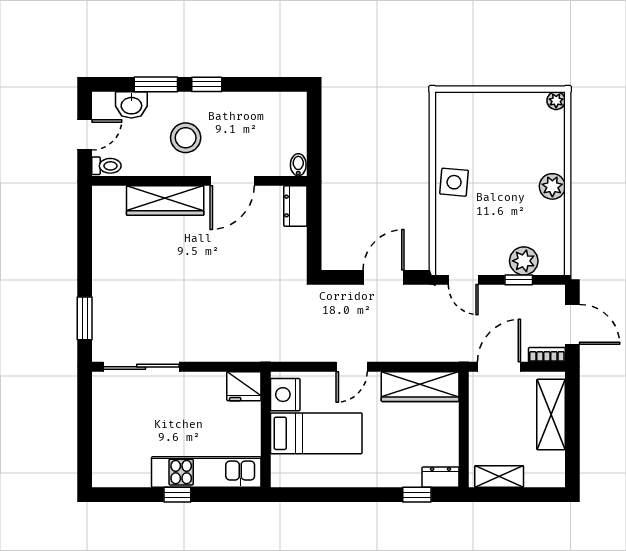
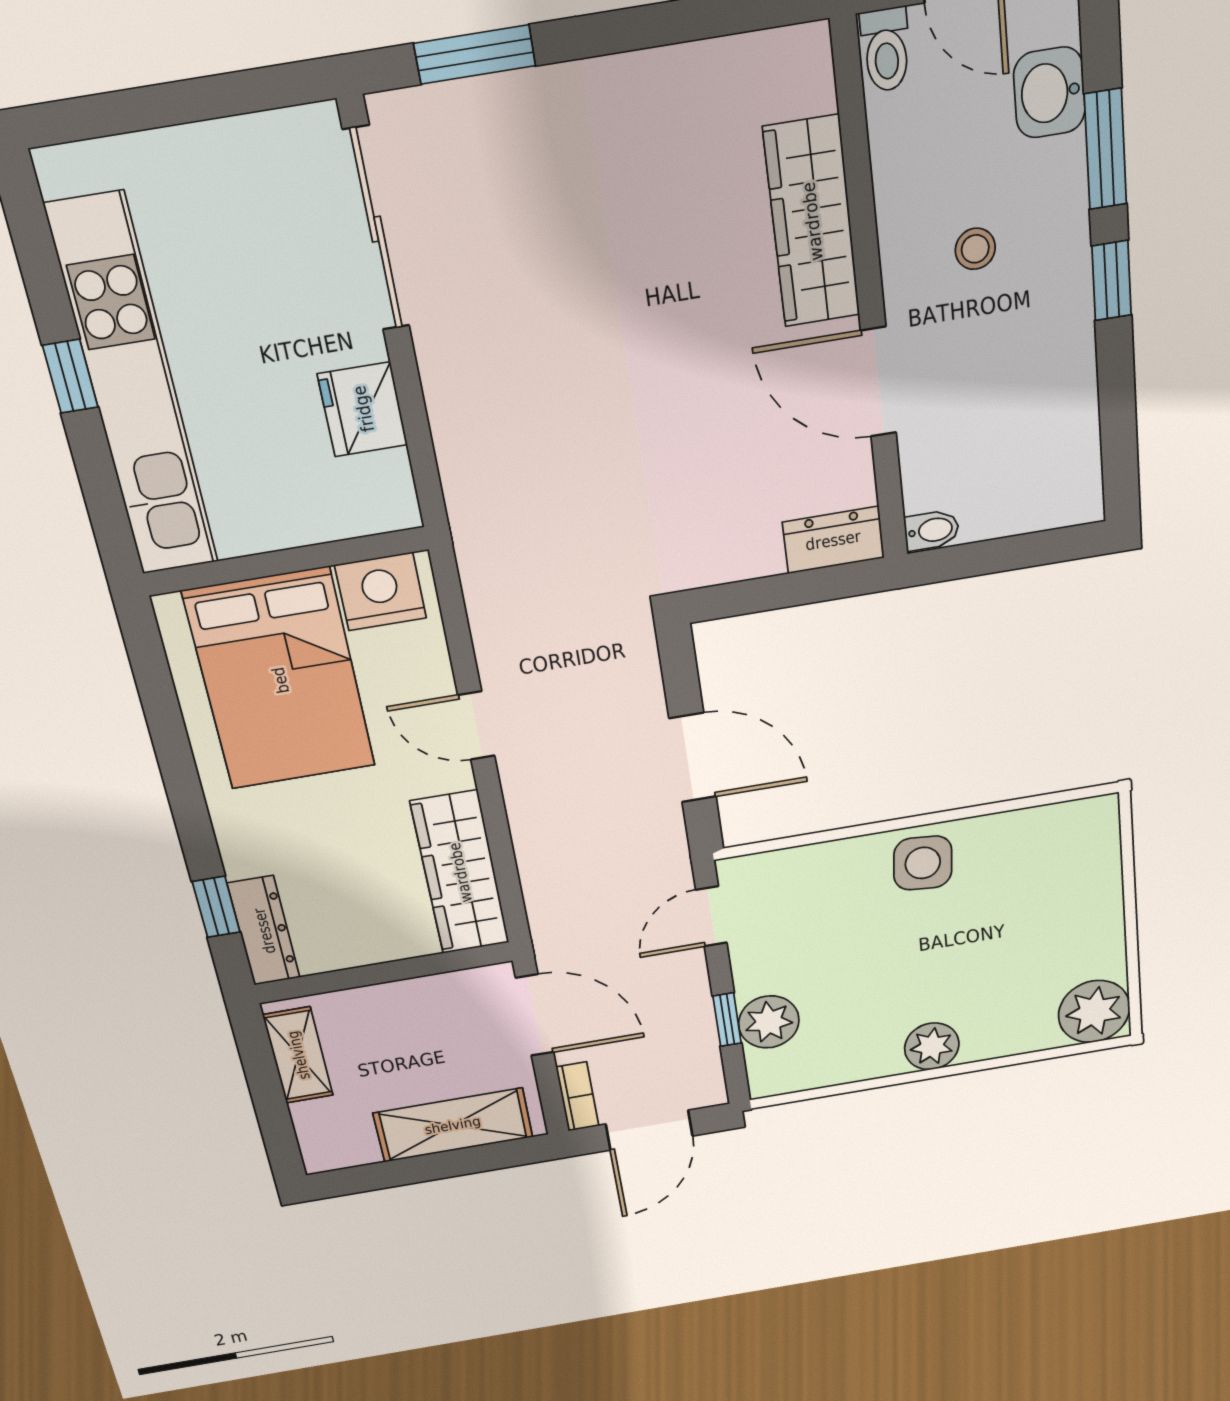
plant: (556, 101) -> (1094, 1012), width x1.88, depth x1.88
stool: (186, 138) -> (975, 249), width x0.53, depth x0.53
fridge: (244, 386) -> (363, 409), moved
bed: (316, 433) -> (280, 680), width x1.50
kitchen unit: (206, 472) -> (134, 389), width x1.36
dresser: (441, 477) -> (264, 931), width x1.44

